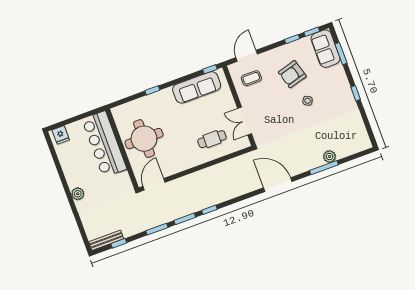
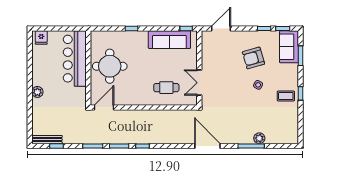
coffee table: (251, 78) -> (286, 96), moved

